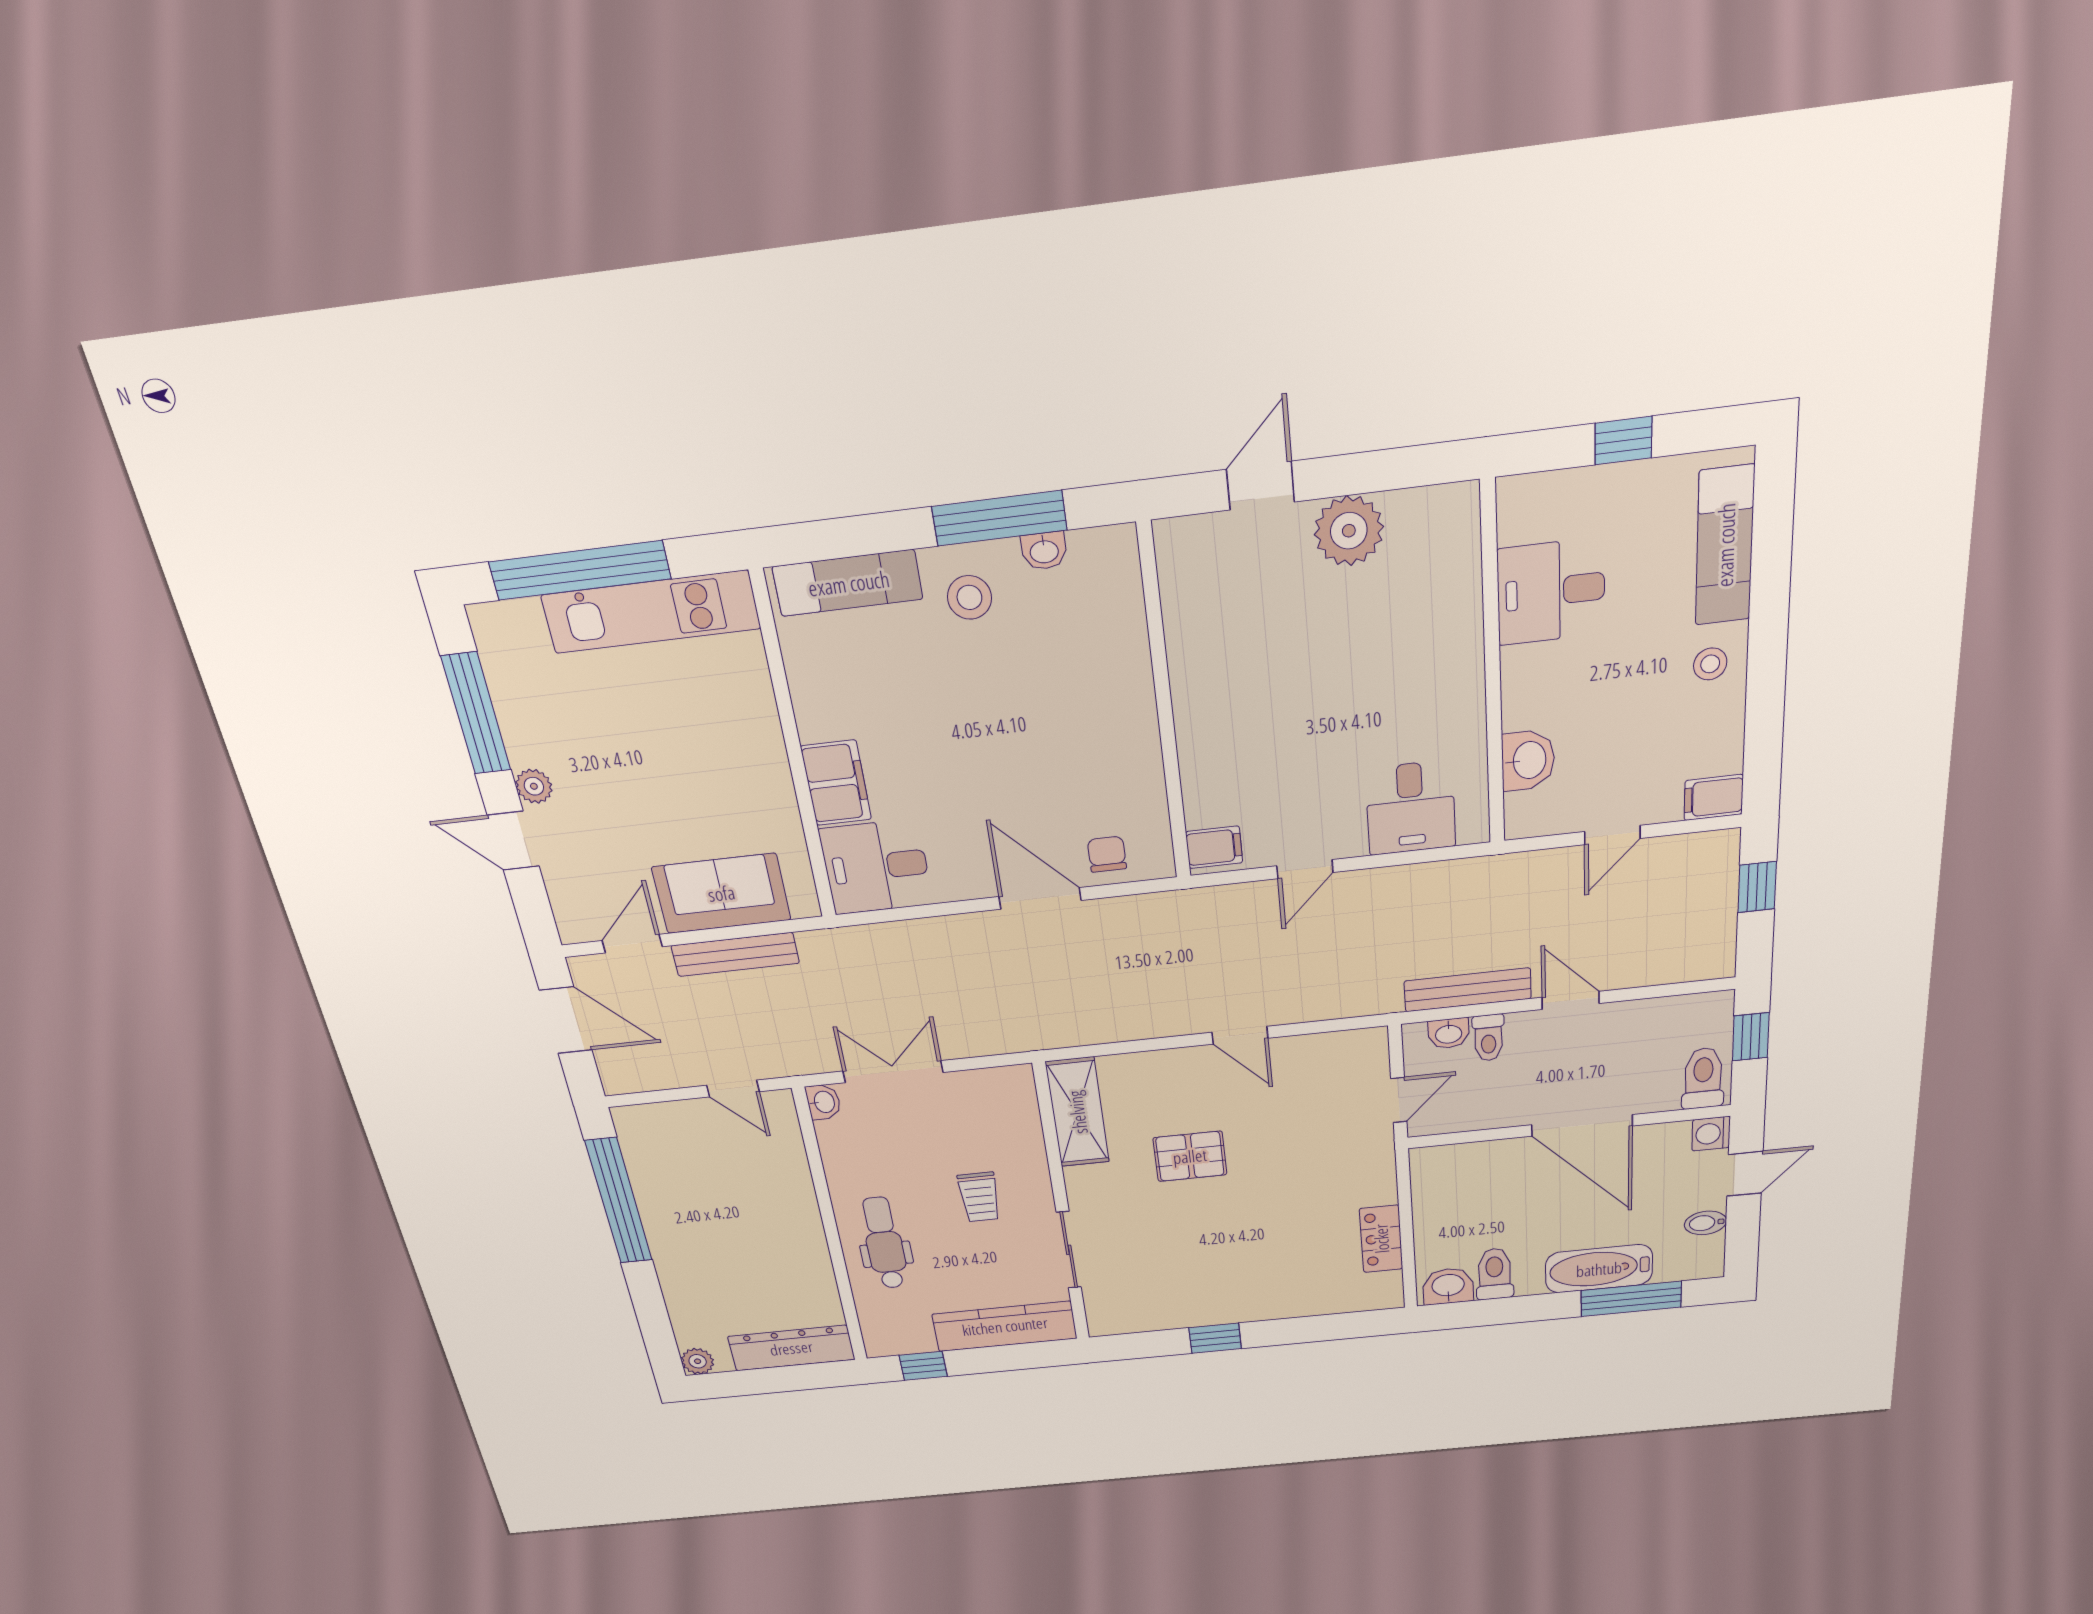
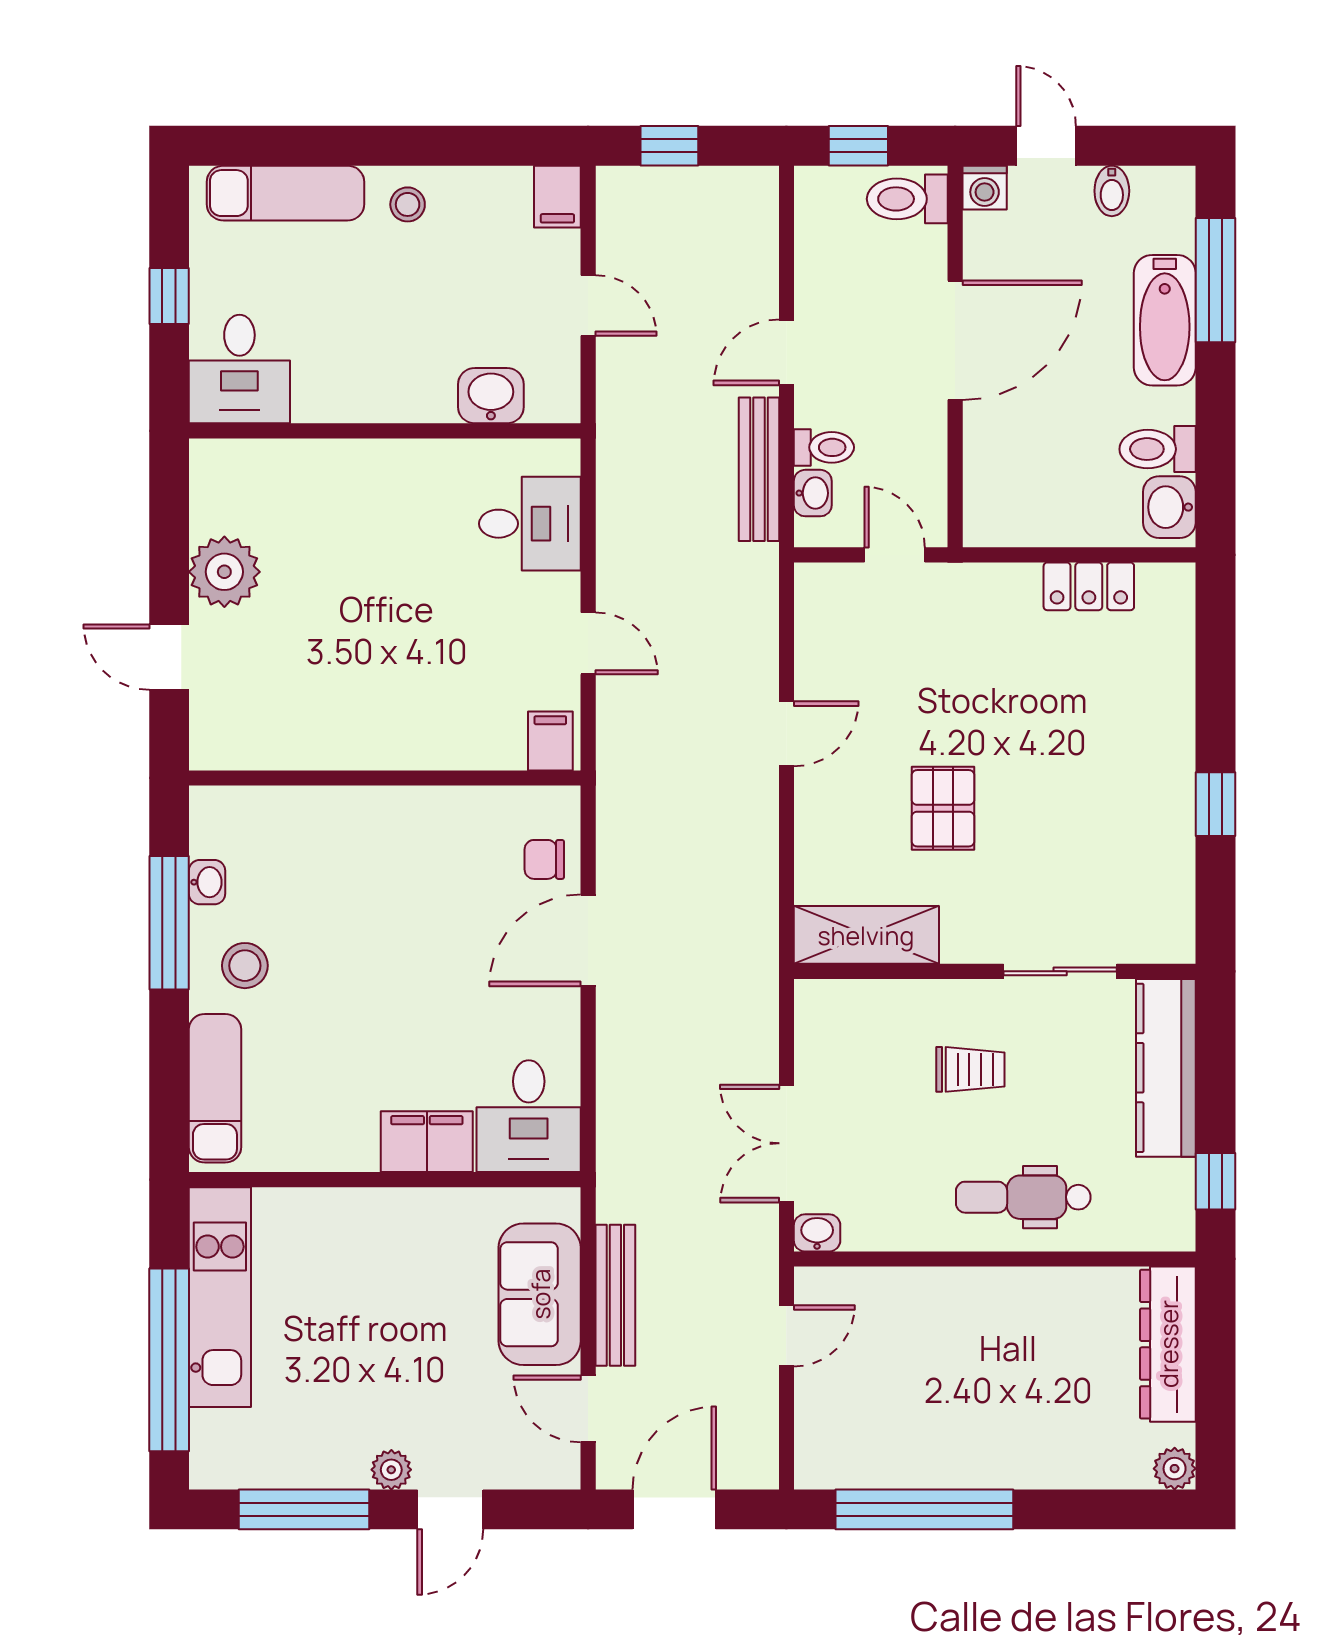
desk: (1551, 592) -> (239, 369), moved

